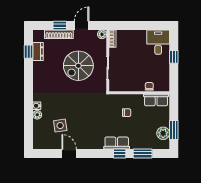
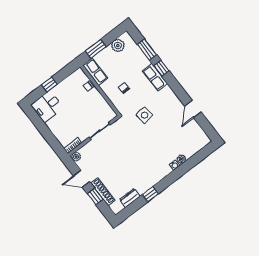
window: (29, 52) -> (150, 194), moved
spiral stairs: (78, 66) -> (116, 156), removed
side table: (60, 126) -> (144, 115), moved
window: (174, 130) -> (96, 49), moved

